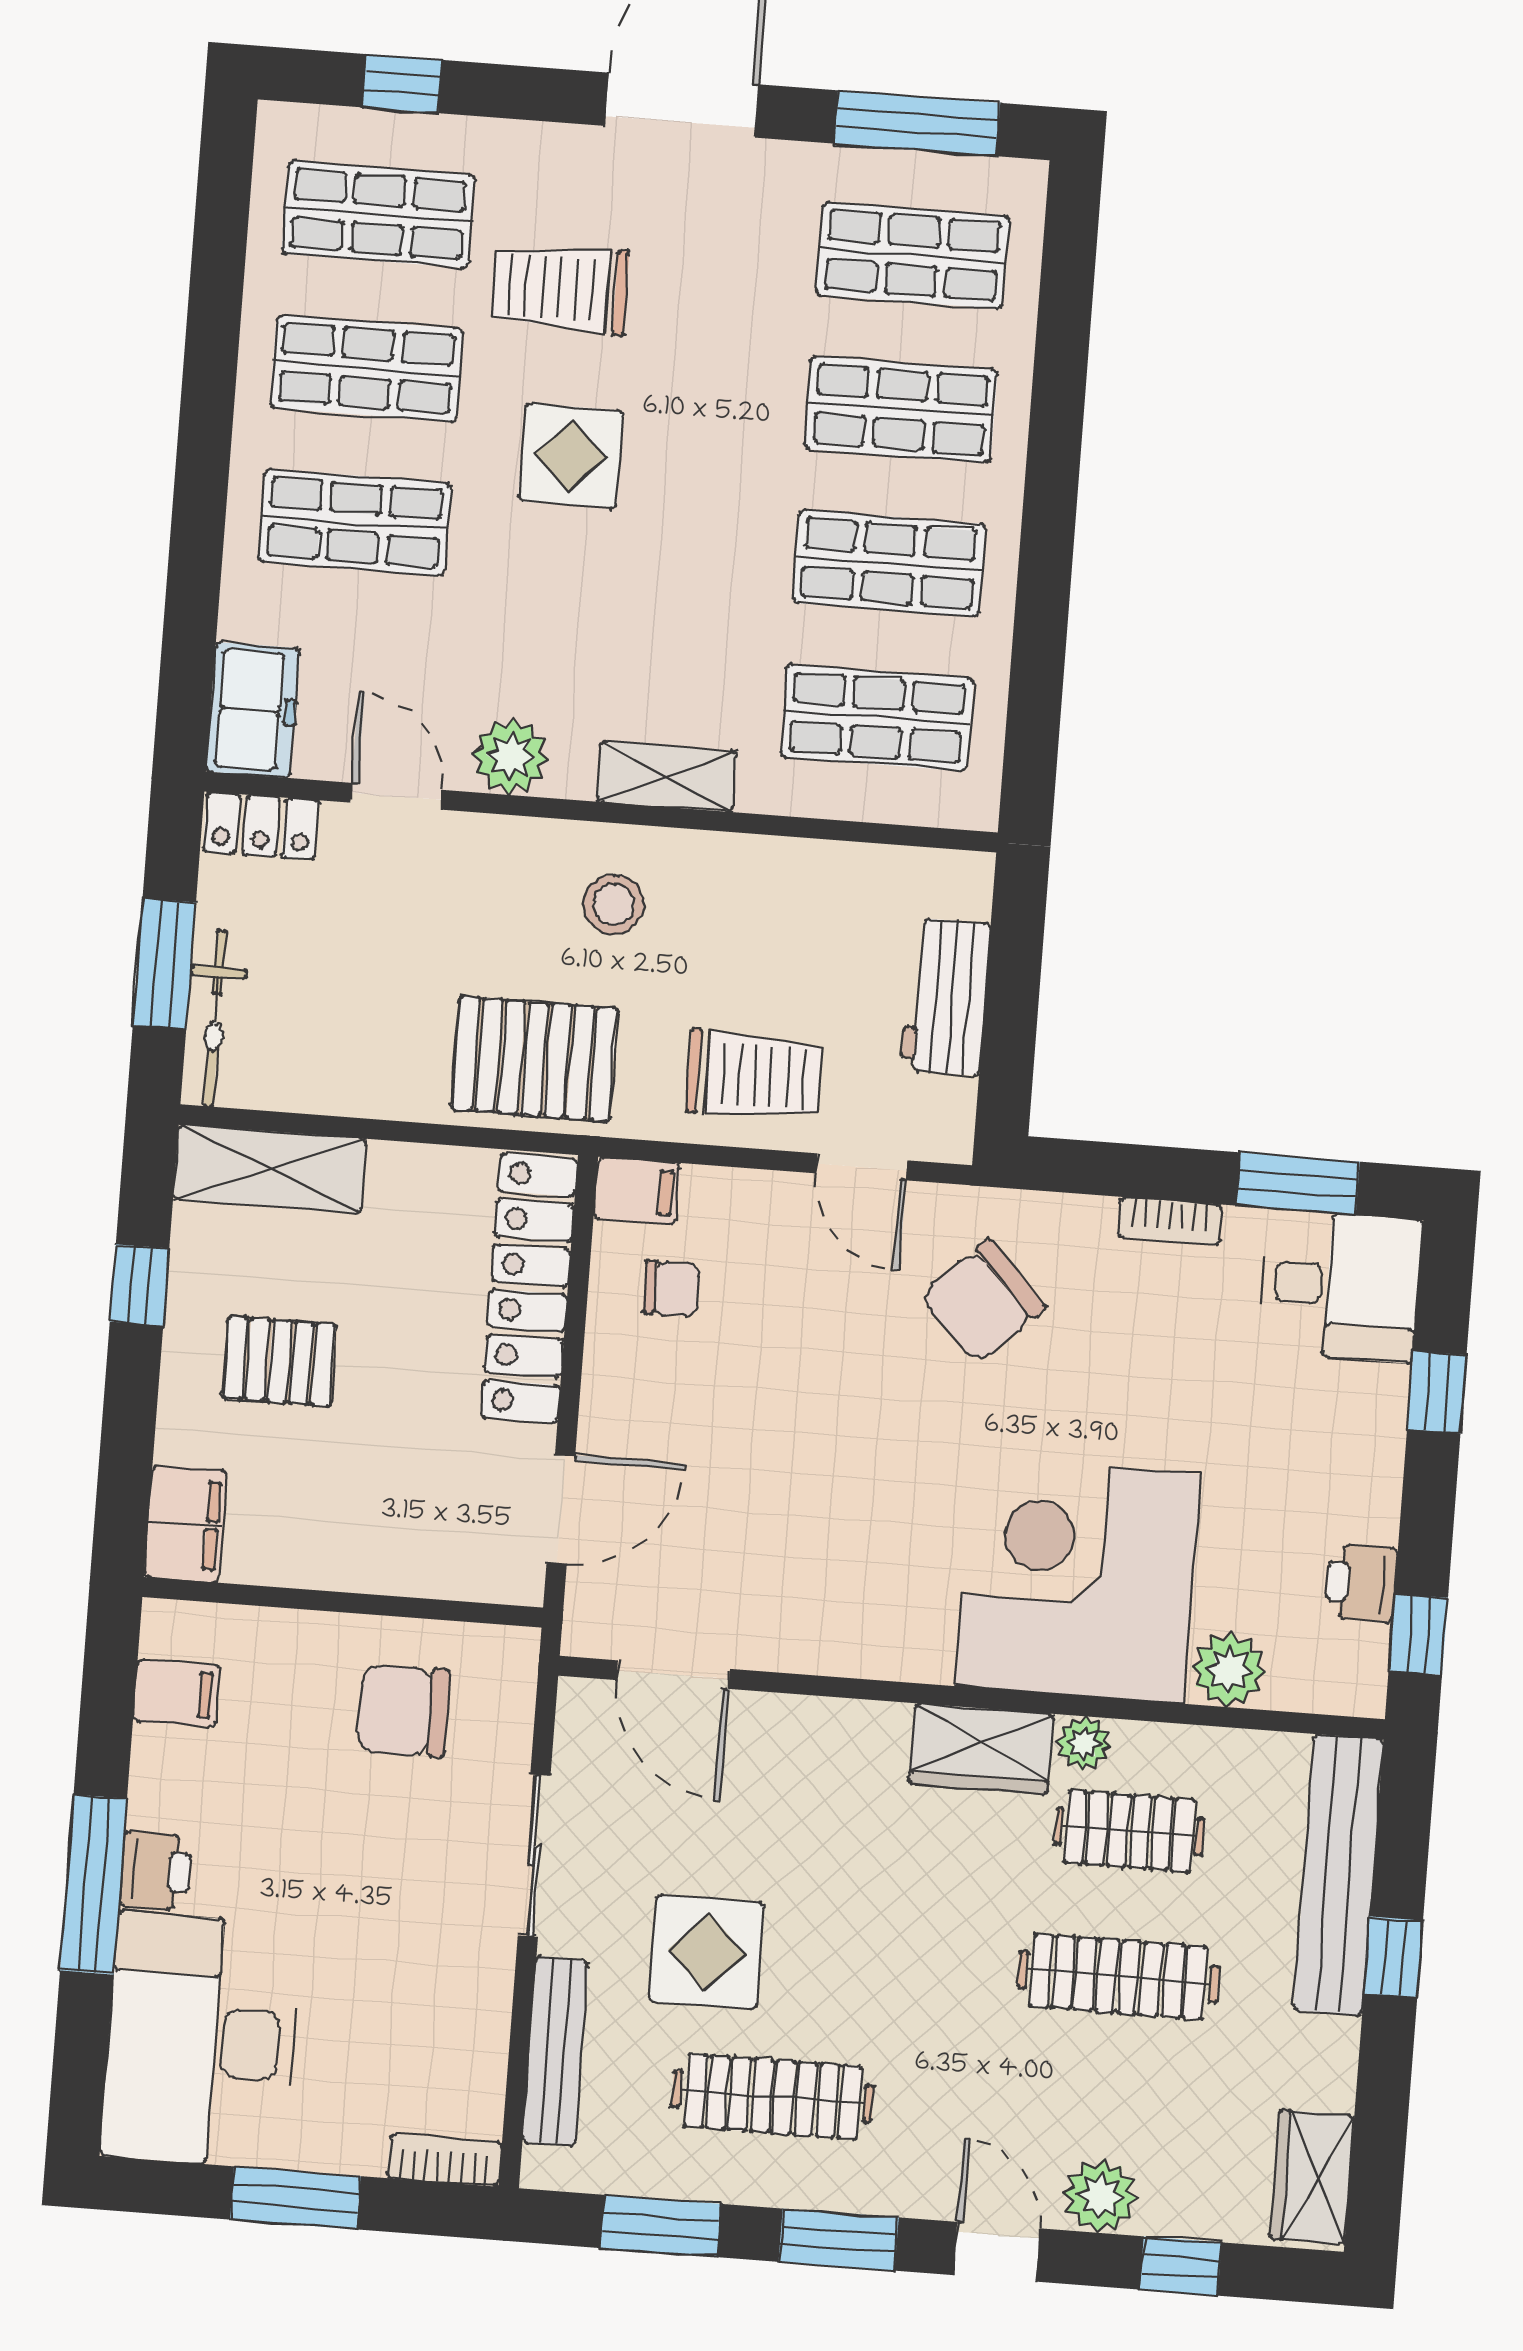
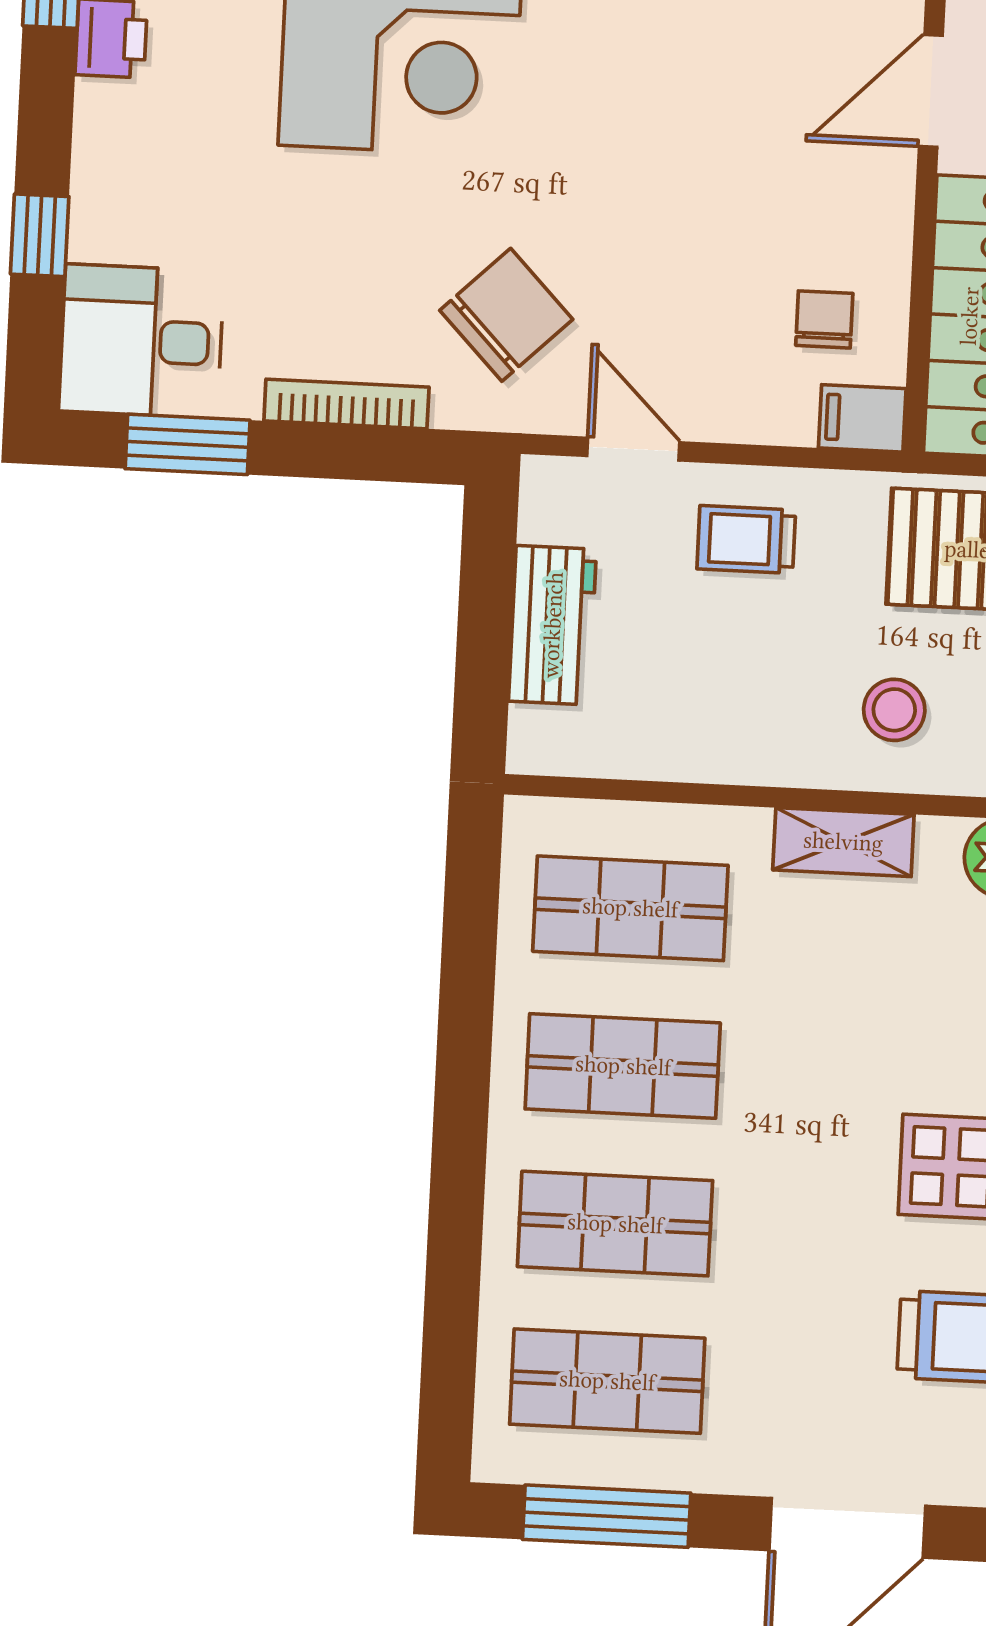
trolley: (754, 1075) -> (746, 539), width x0.73, depth x0.72
bookcase: (1170, 1221) -> (346, 404), width x1.56
chair: (671, 1289) -> (824, 319), turned 90

